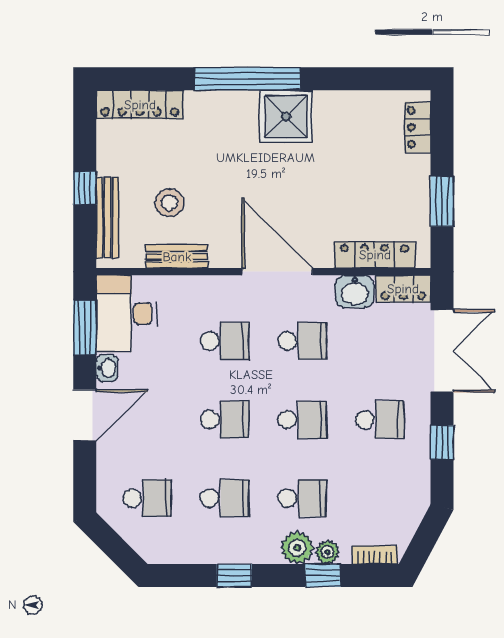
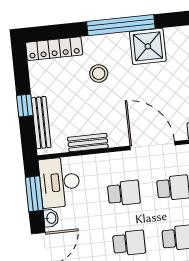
stool: (169, 203) -> (99, 73), moved

